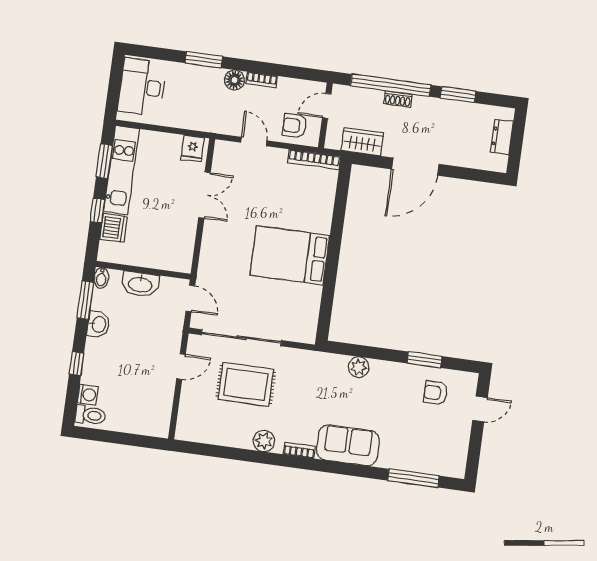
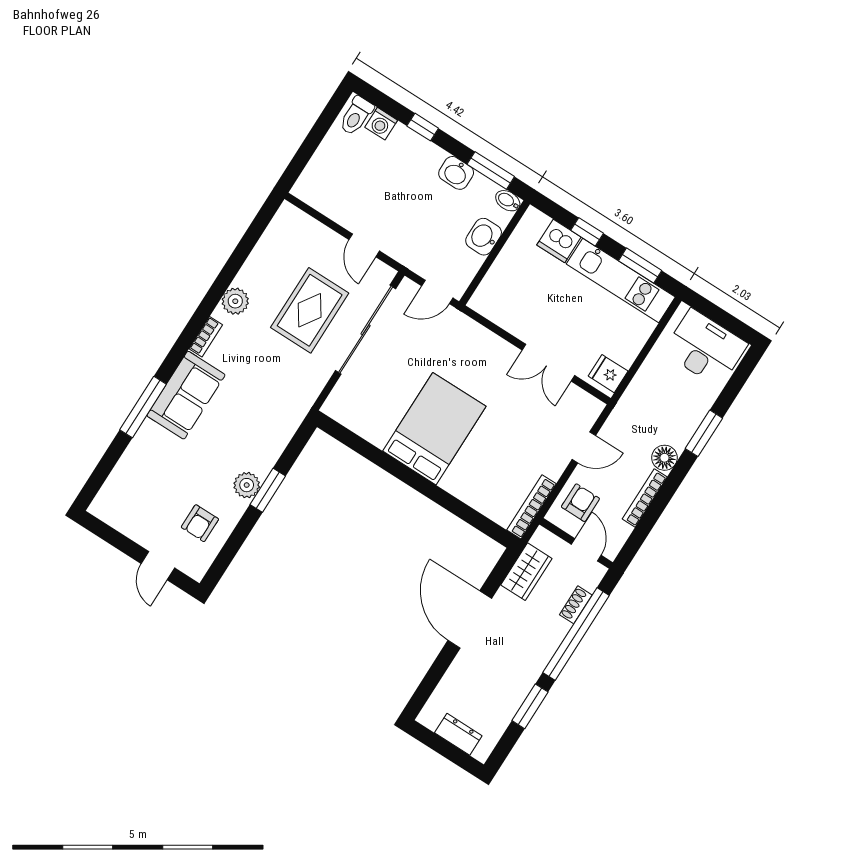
bookcase: (262, 80) -> (645, 498), width x1.56
shoe rack: (398, 99) -> (576, 605), moved
washbasin: (140, 284) -> (484, 237), width x0.72
window: (425, 360) -> (268, 490), moved
plant: (359, 367) -> (247, 485), moved
armchair: (435, 393) -> (200, 523), turned 180
window: (413, 478) -> (143, 407), moved

